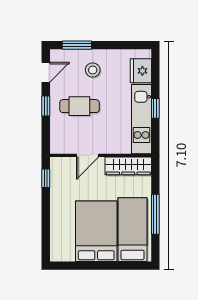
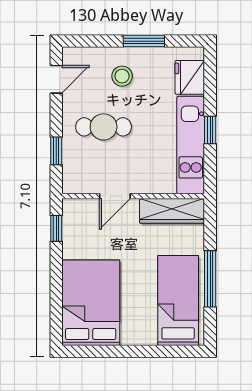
window: (77, 45) -> (144, 41), moved
window: (46, 106) -> (56, 151), moved
bed: (96, 231) -> (91, 303), moved

